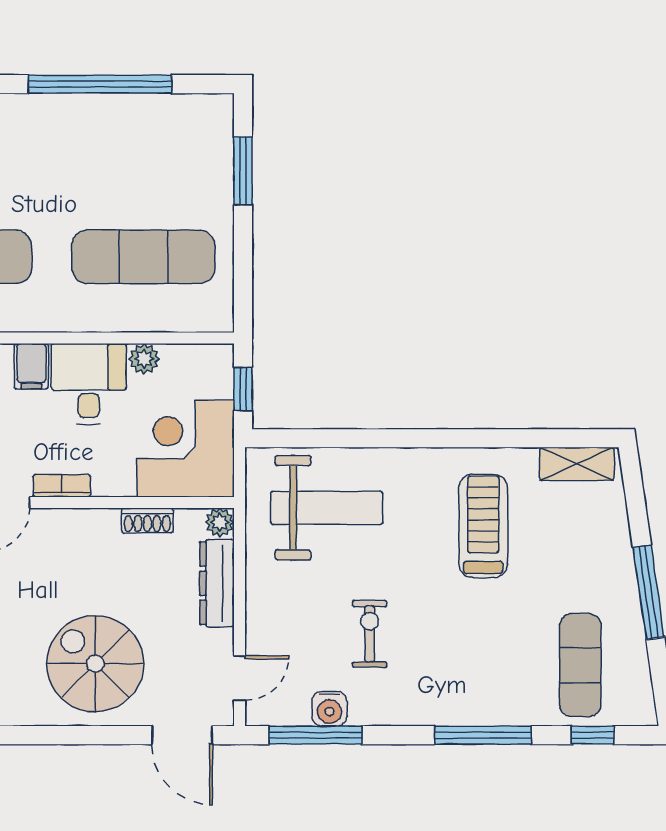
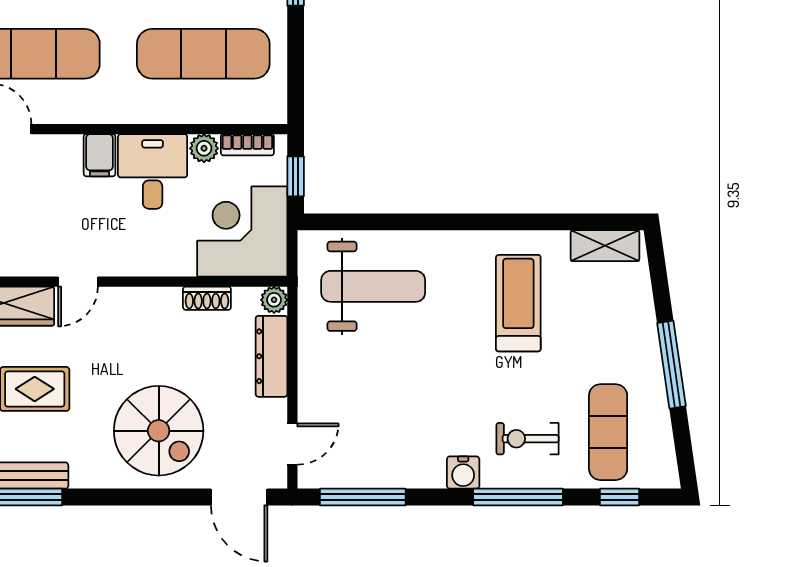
bookcase: (62, 486) -> (247, 145), moved, turned 180
exercise bike: (370, 634) -> (528, 439), moved, turned -90
spiral stairs: (95, 664) -> (159, 431), turned 180
water cooler: (329, 709) -> (463, 473), moved

